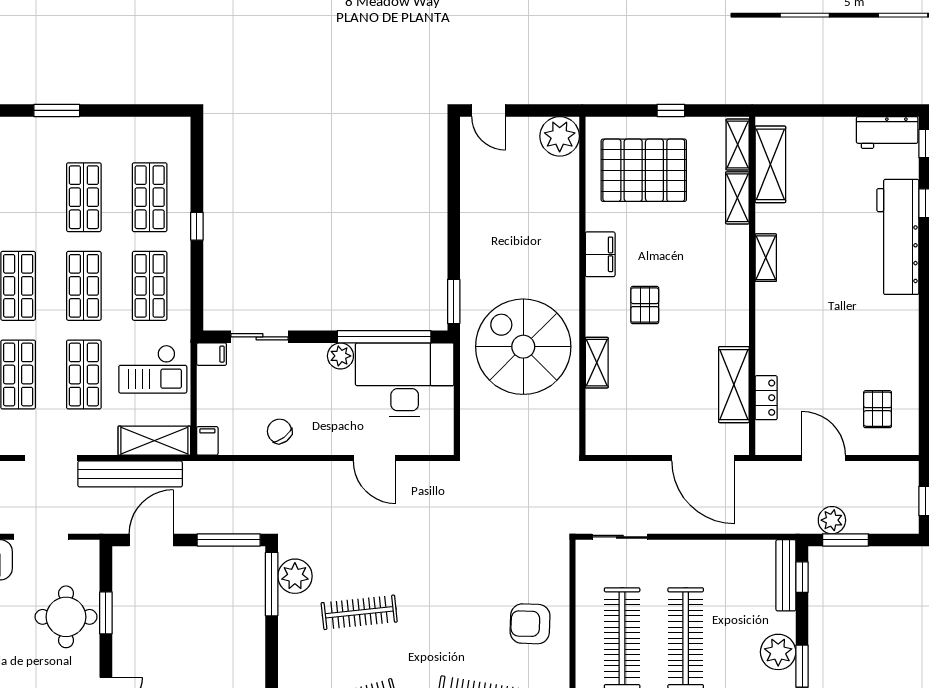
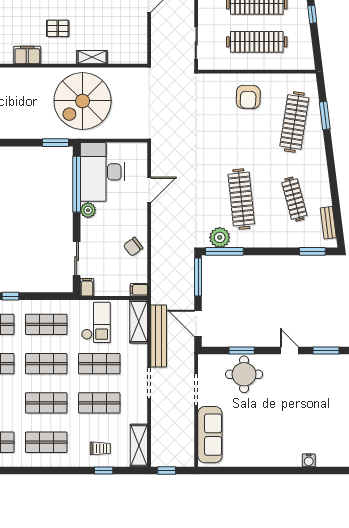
clothes rail: (359, 612) -> (241, 199), width x1.37, depth x1.31

